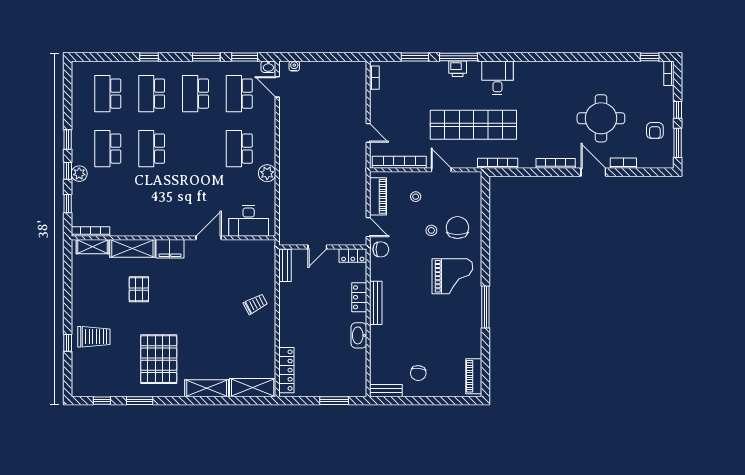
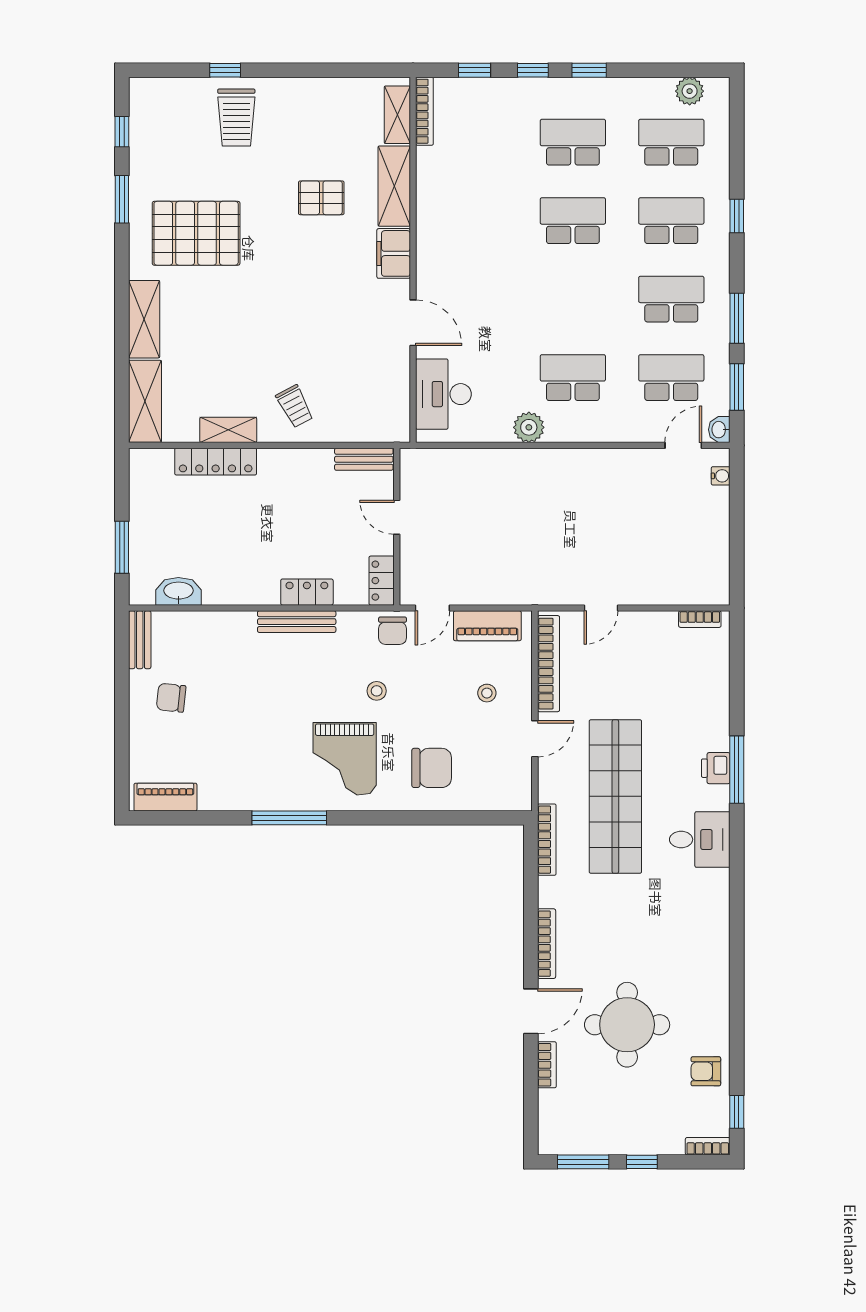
window: (415, 57) -> (737, 692), removed
armchair: (655, 131) -> (706, 1071), moved
plant: (79, 174) -> (690, 91), moved
stool: (431, 230) -> (377, 691), moved
washbasin: (359, 335) -> (178, 591), moved
shelving: (269, 341) -> (228, 430), added
locker: (286, 370) -> (216, 462), moved

